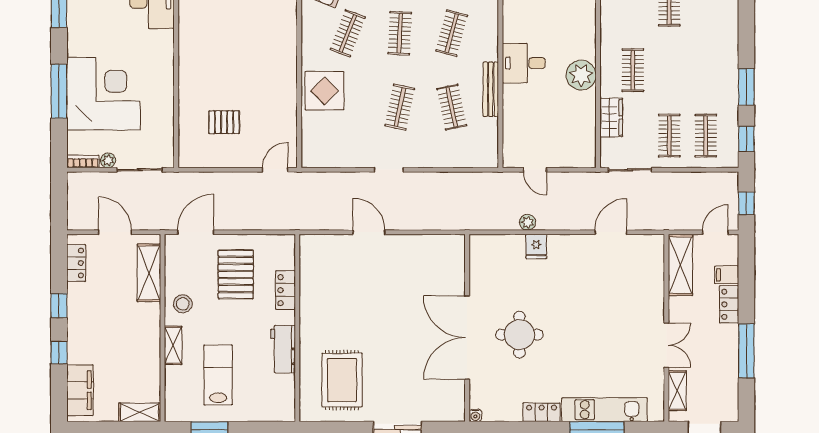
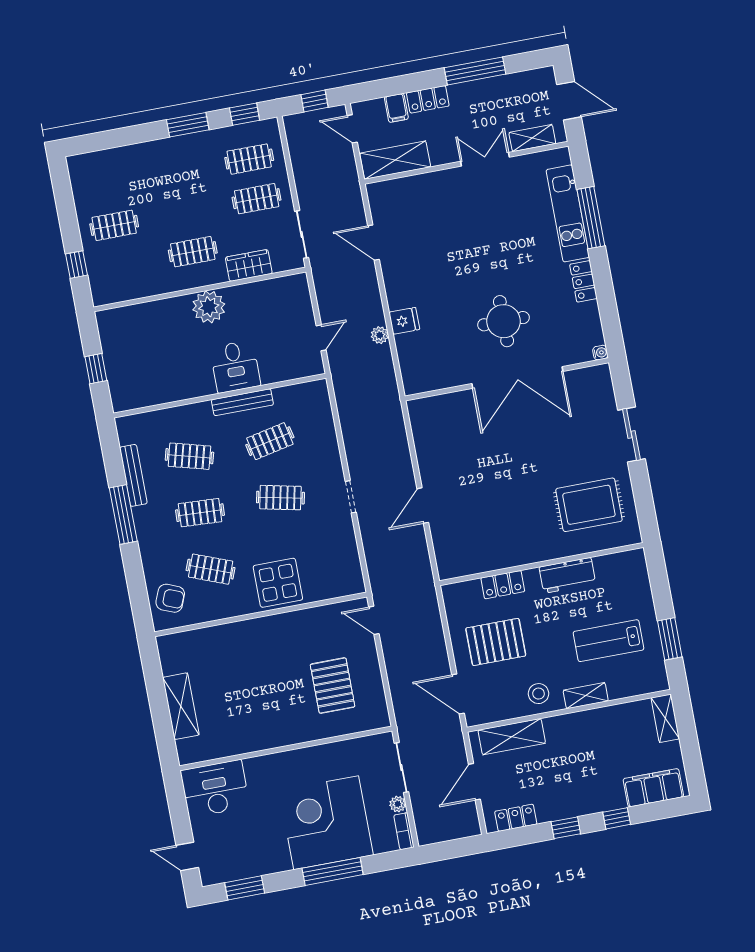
desk: (524, 63) -> (235, 367), moved
pallet: (224, 122) -> (333, 686), width x1.50, depth x1.42

